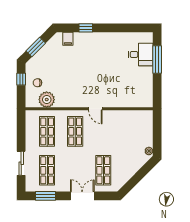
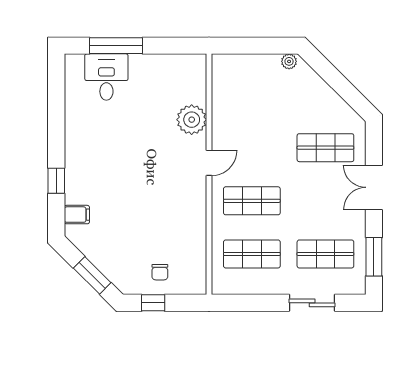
plant: (47, 100) -> (192, 120), moved

